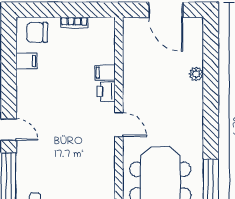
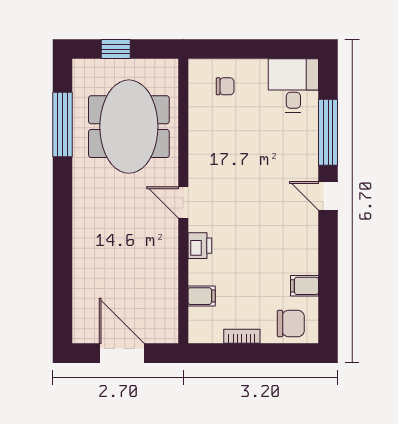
filing cabinet: (105, 73) -> (202, 296), moved
plant: (196, 74) -> (81, 269), removed

